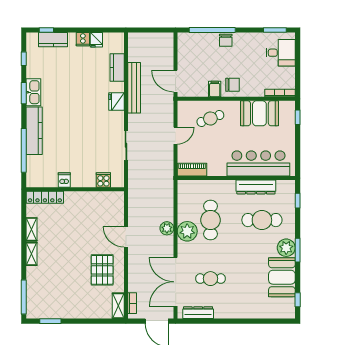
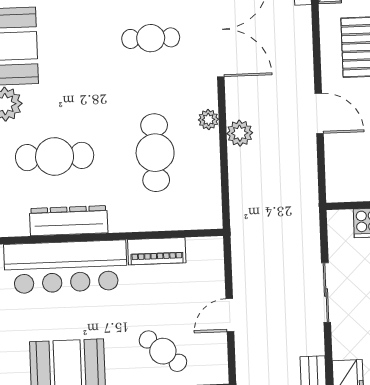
cafe table: (210, 118) -> (163, 351), turned 61
piano: (192, 170) -> (157, 251), moved
plant: (187, 231) -> (208, 120), width x0.53, depth x0.53

